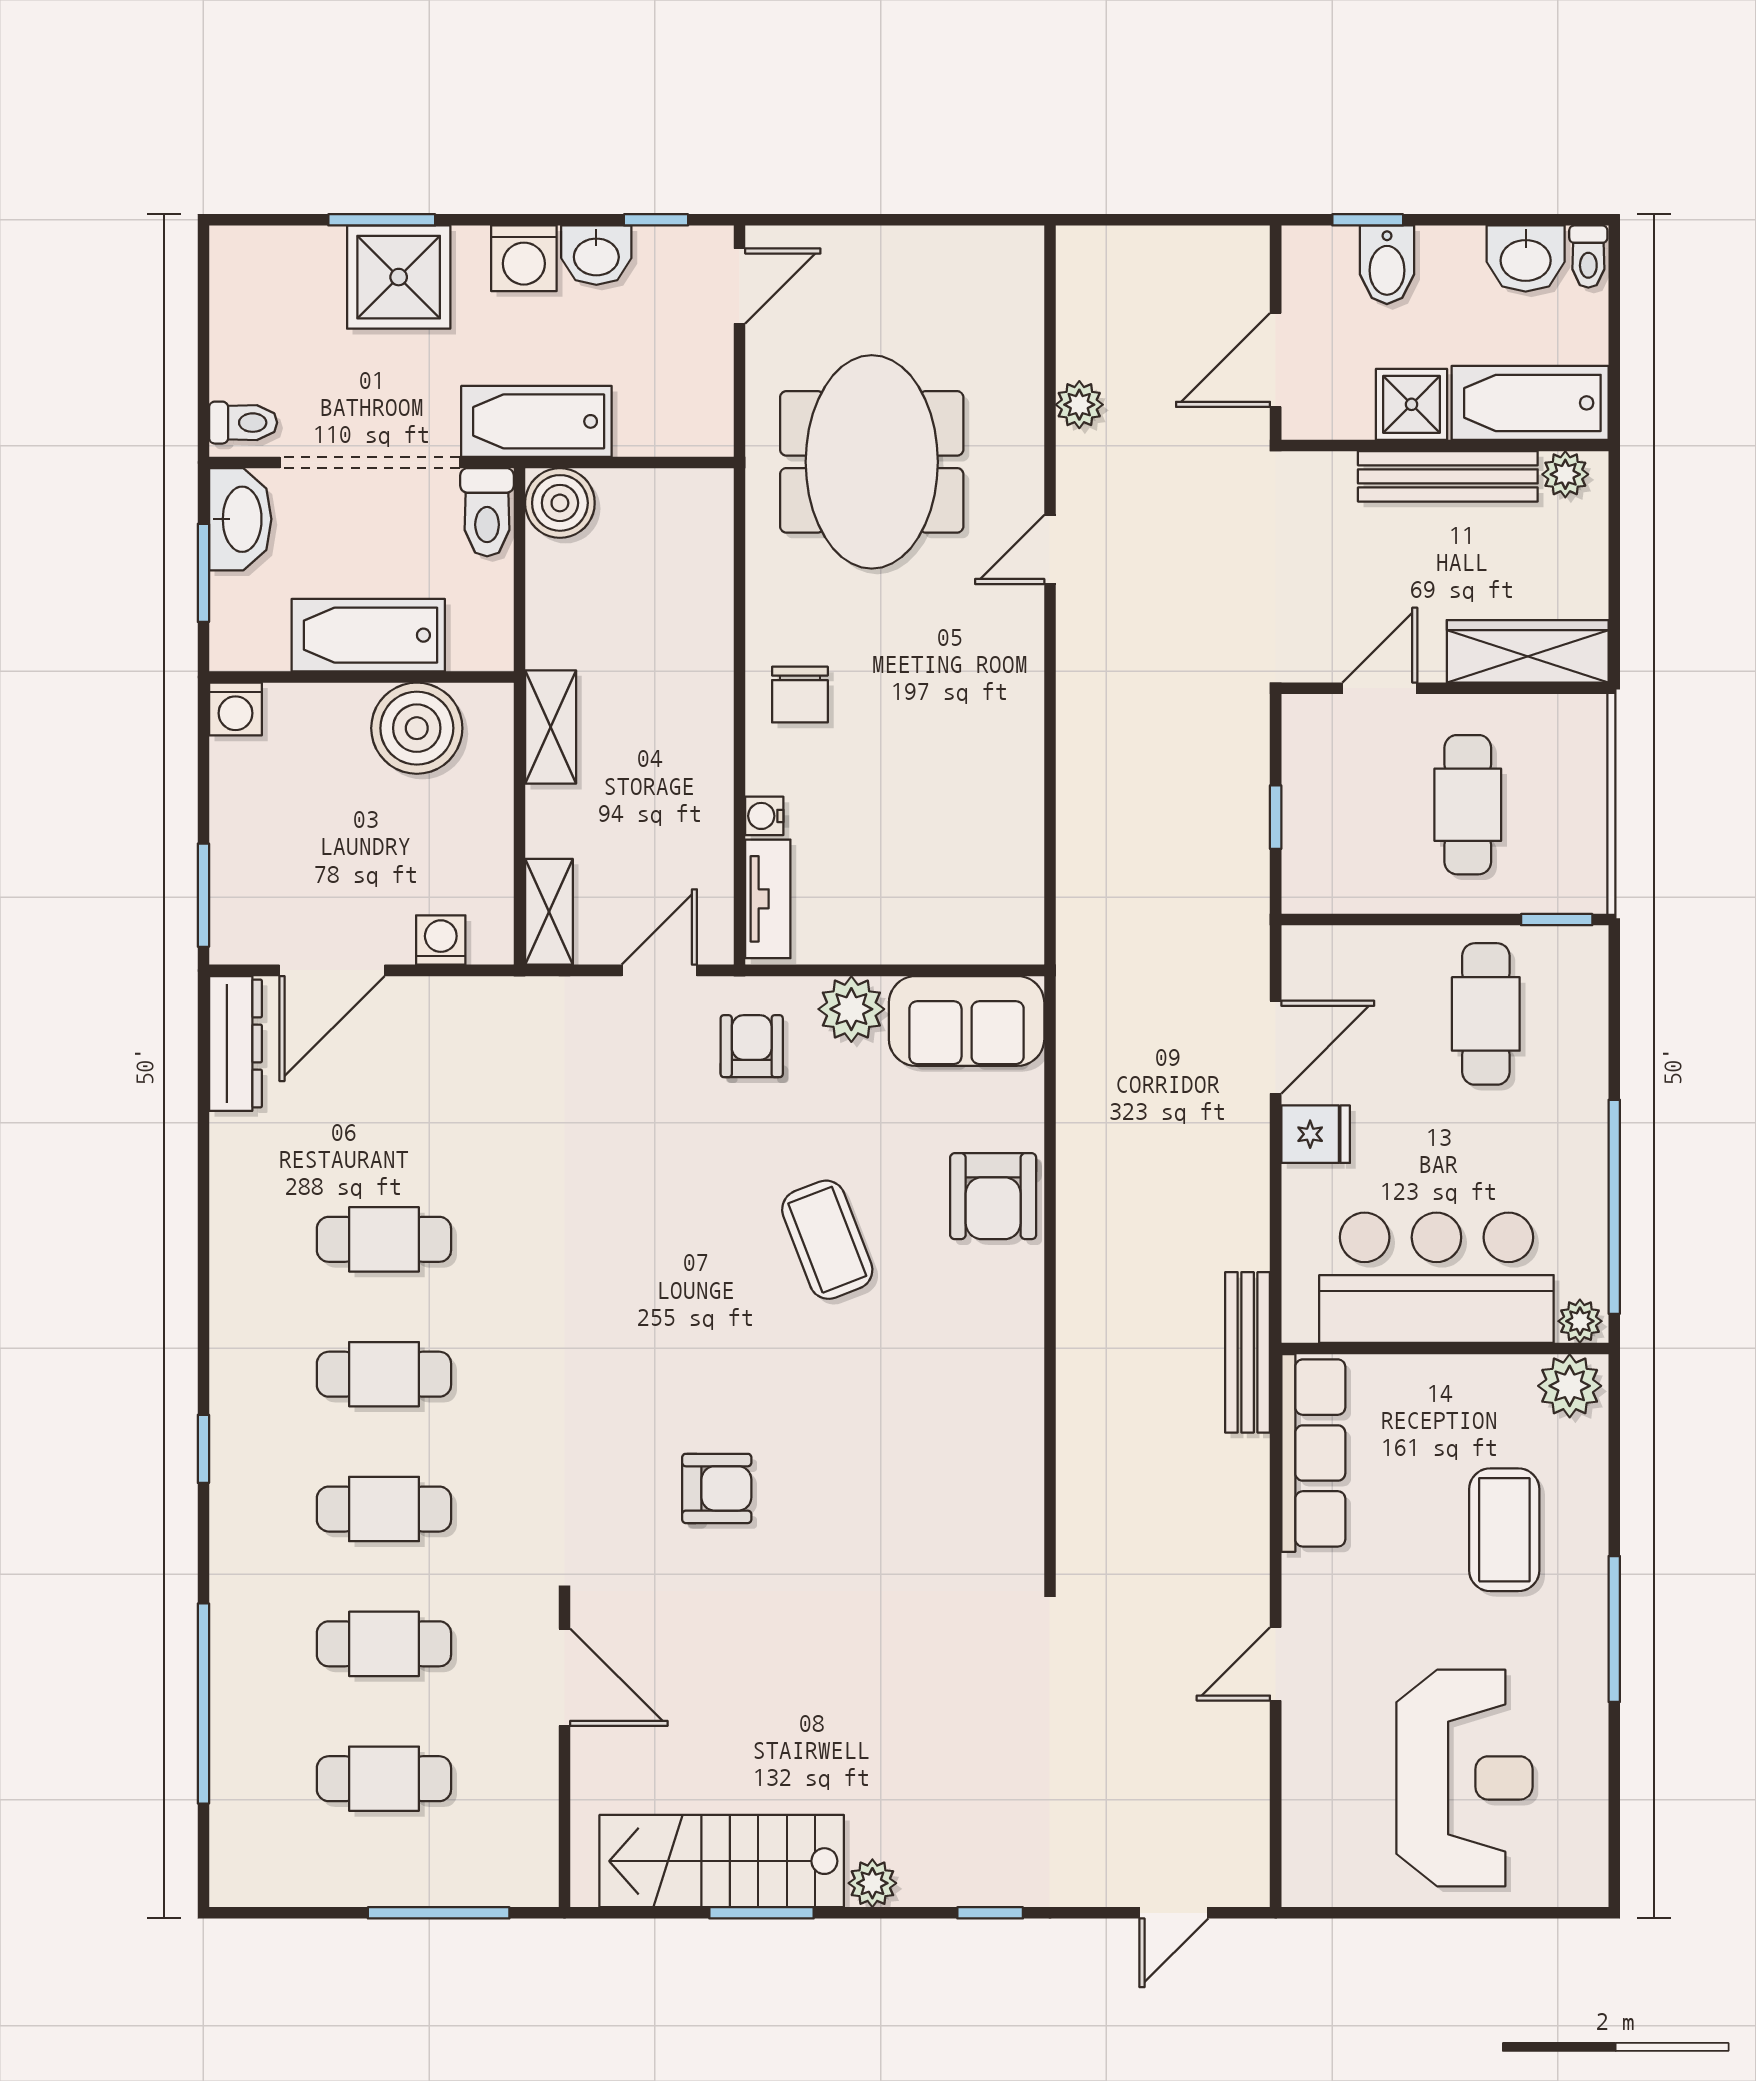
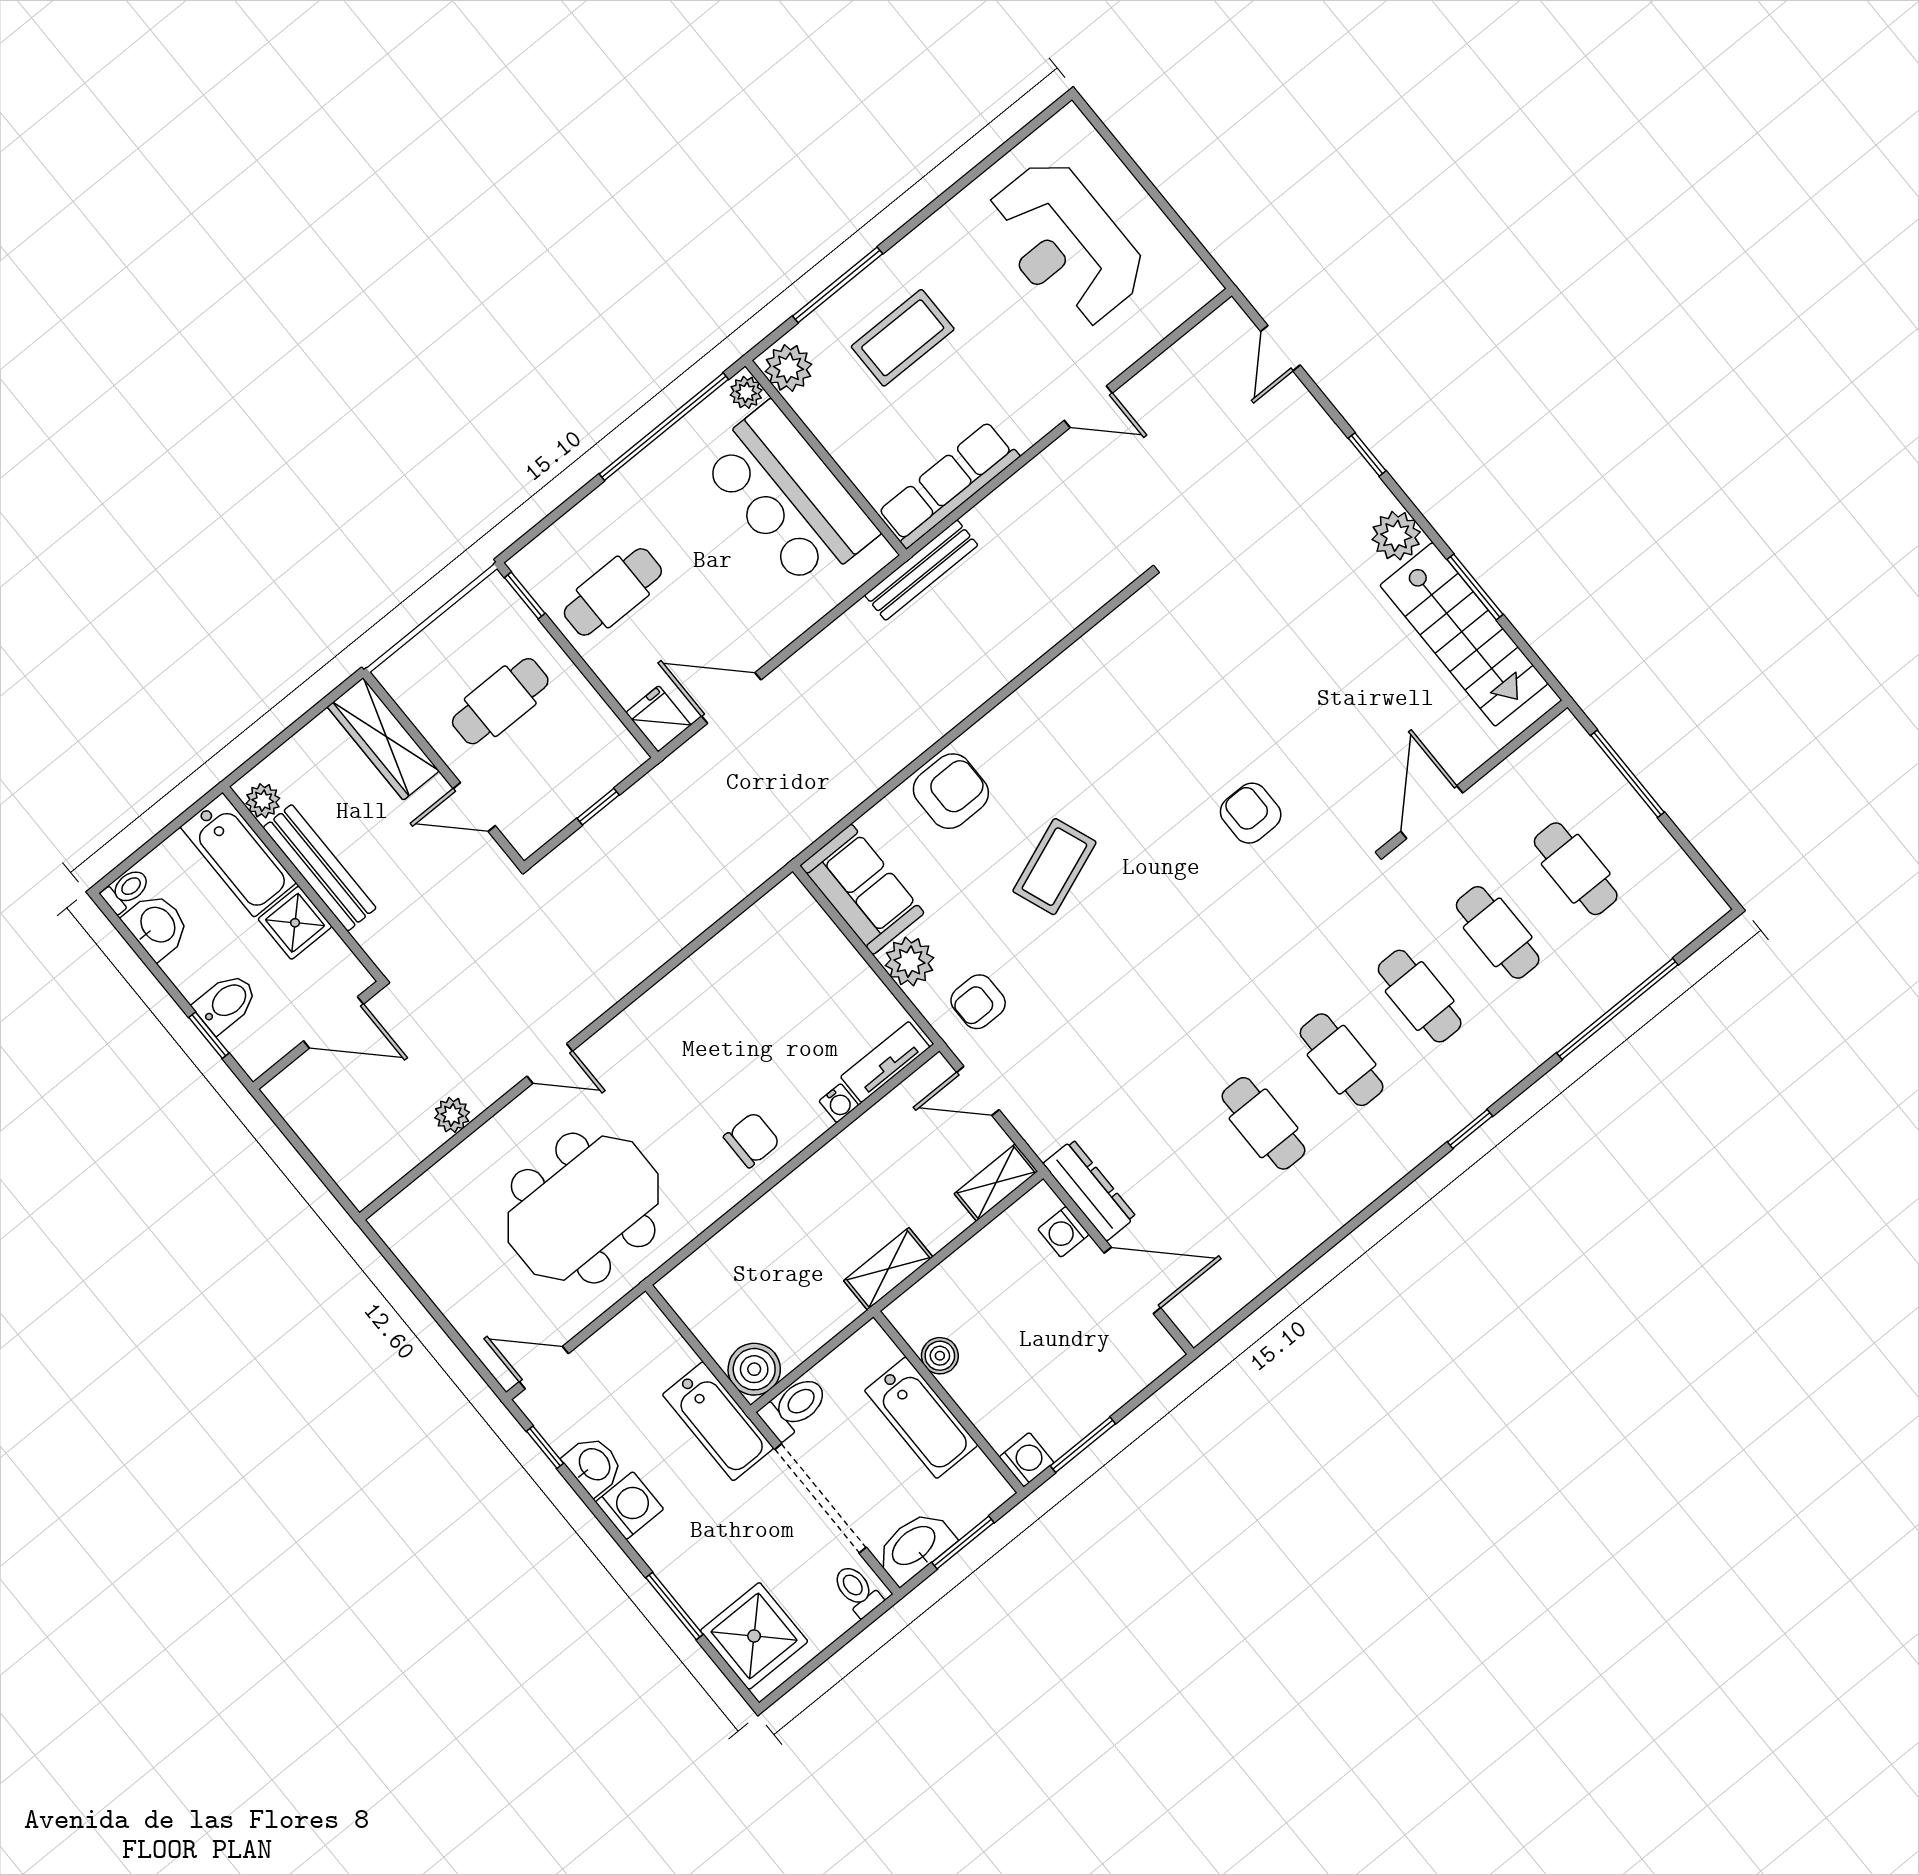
shower: (399, 277) -> (754, 1636), moved
boiler: (417, 728) -> (940, 1356), width x0.54, depth x0.54
window: (203, 895) -> (1083, 1445), moved
dresser: (235, 1043) -> (1090, 1190), moved, turned 90
fridge: (1316, 1134) -> (659, 719), moved
window: (1614, 1629) -> (838, 285), moved
reception desk: (1464, 1778) -> (1065, 244), turned -90
plant: (872, 1883) -> (1396, 536), width x1.38, depth x1.38
door: (1174, 1913) -> (1280, 348), swing flipped

